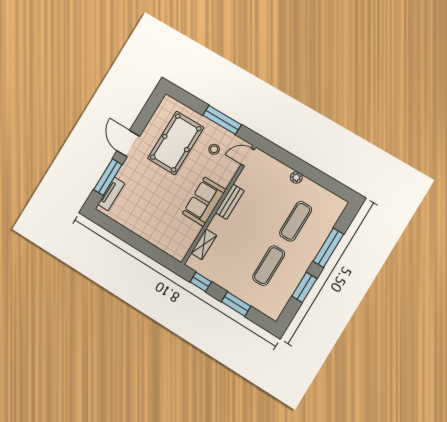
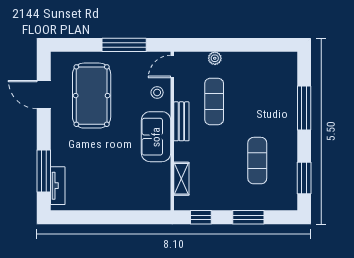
door: (128, 144) -> (44, 95), moved
stool: (214, 149) -> (157, 92), moved
plant: (296, 177) -> (215, 58), moved
exercise mat: (296, 221) -> (214, 102), moved
window: (304, 287) -> (304, 178), moved

